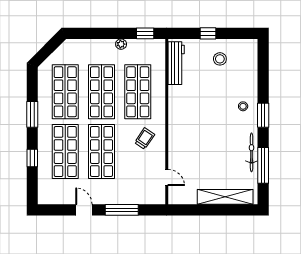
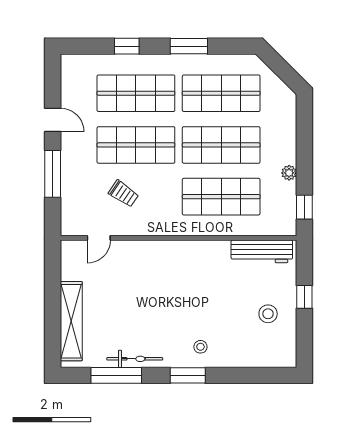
trolley: (145, 139) -> (124, 194), moved
door: (84, 210) -> (53, 120), hinge flipped

